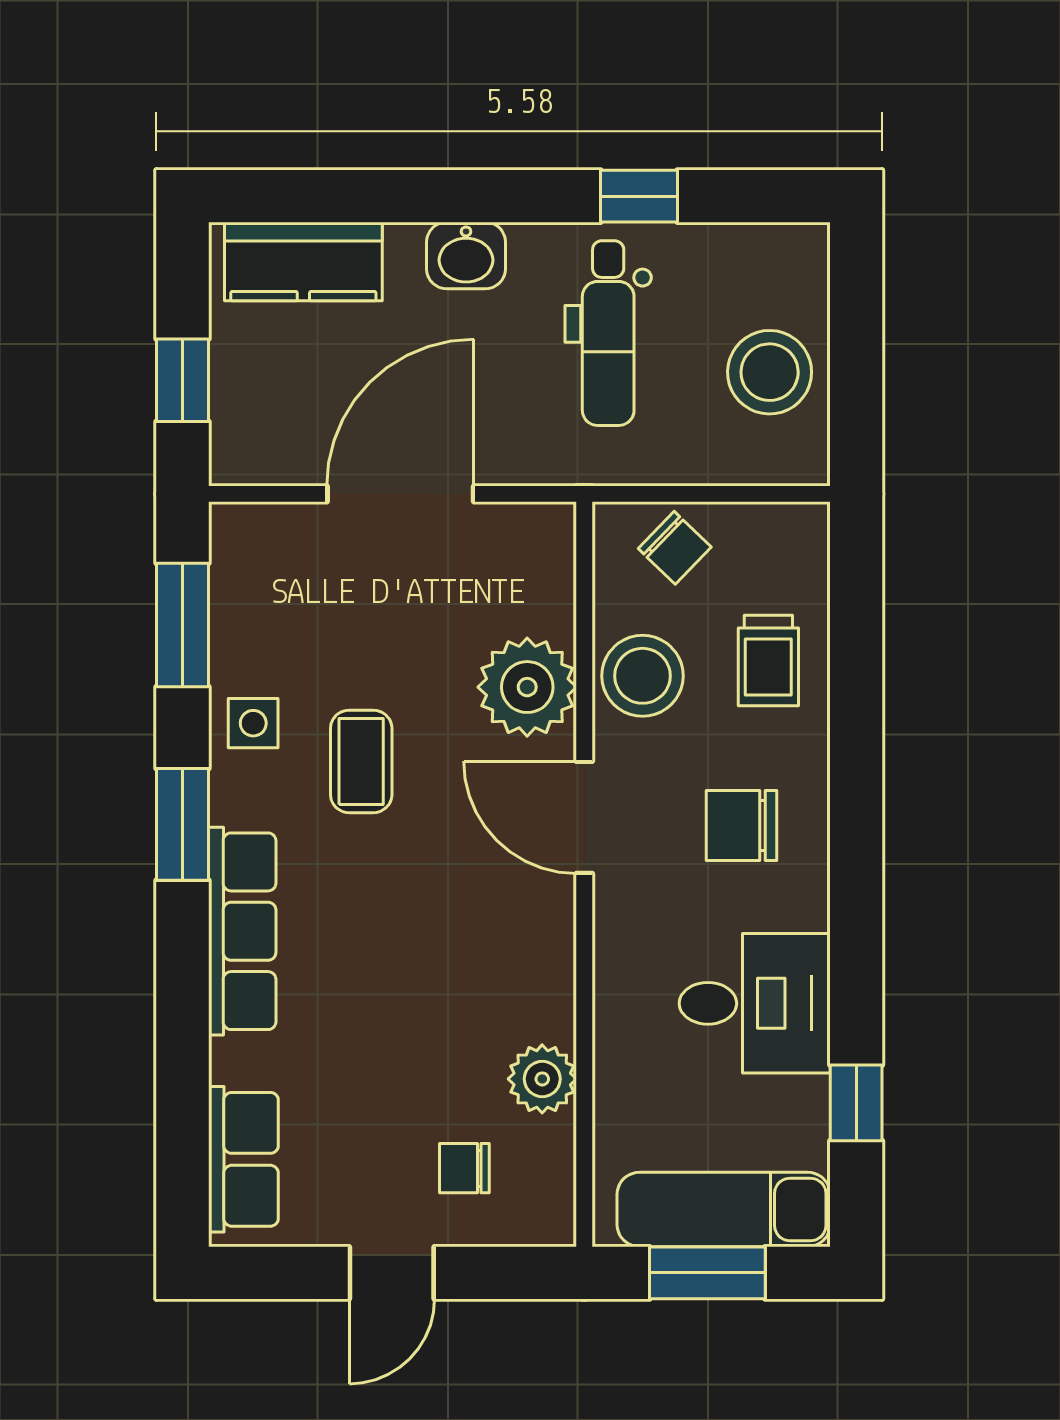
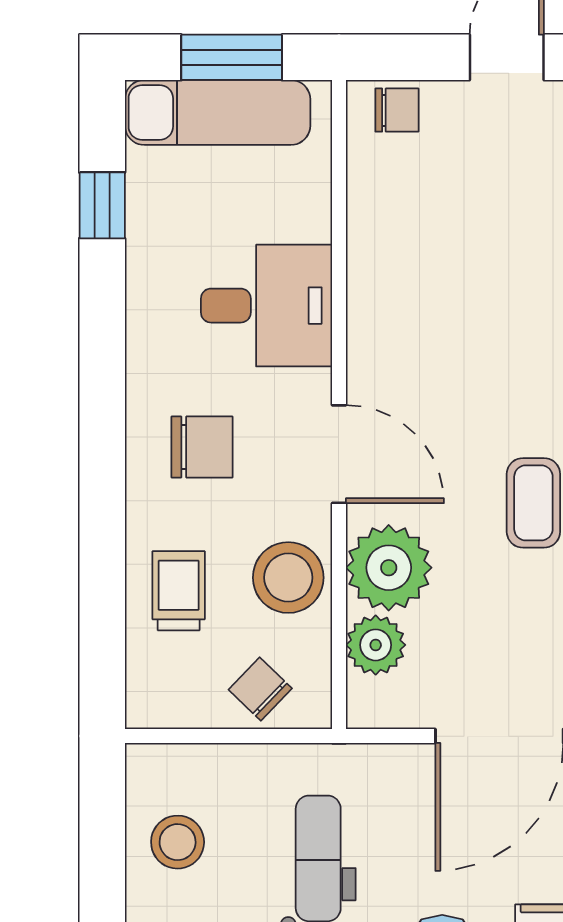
stool: (770, 372) -> (178, 842), width x0.73, depth x0.73
desk: (755, 1003) -> (267, 306), moved, turned 180
plant: (542, 1079) -> (376, 645), moved
chair: (464, 1168) -> (397, 110), moved

